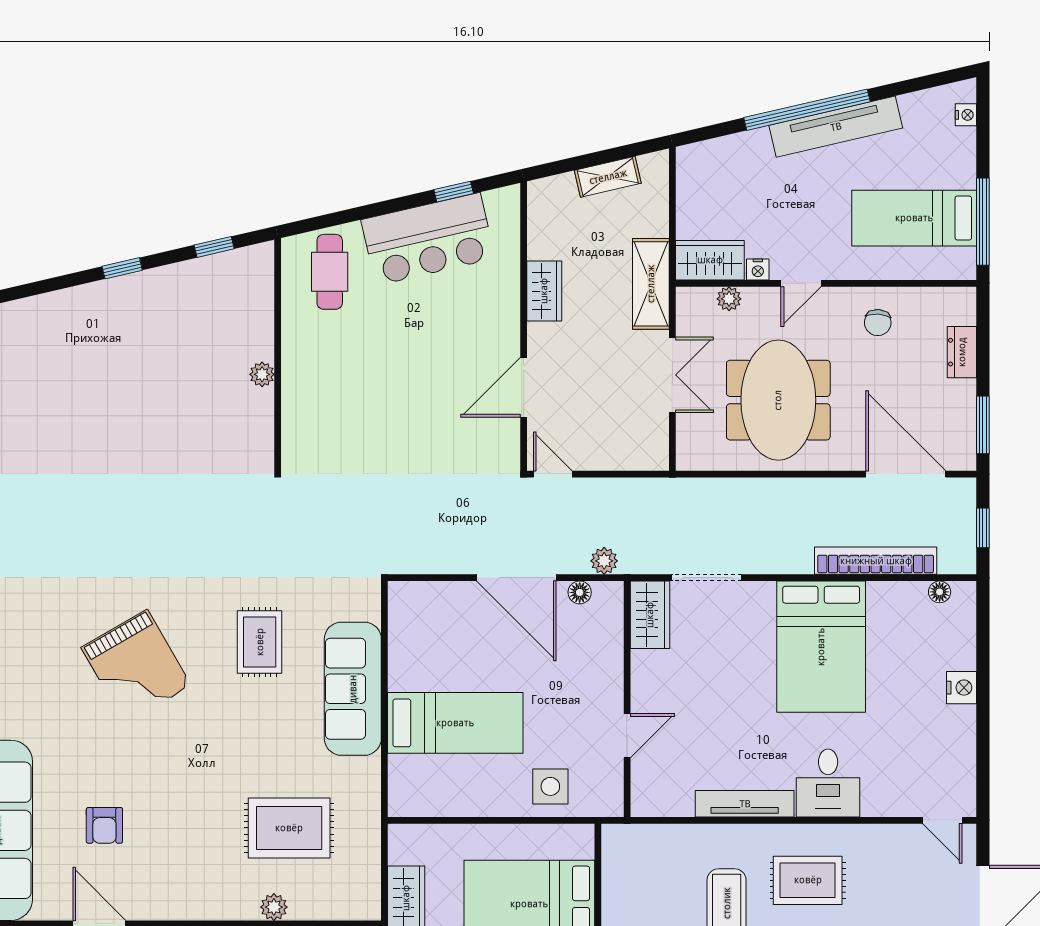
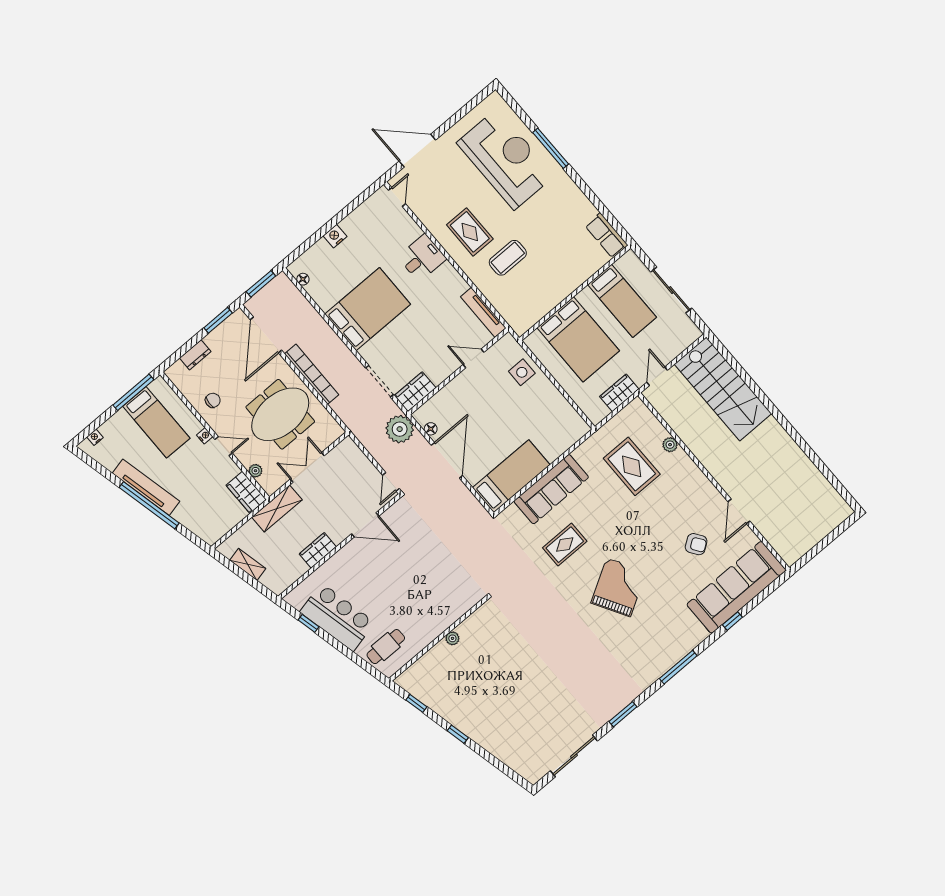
nightstand: (758, 270) -> (205, 436), moved
window: (983, 528) -> (261, 284), width x1.50
plant: (604, 561) -> (400, 429), width x1.87, depth x1.87
bookcase: (876, 561) -> (312, 374), moved, turned 180
bed: (455, 723) -> (511, 476), moved, turned 90
tv unit: (745, 804) -> (483, 312), moved
armchair: (104, 825) -> (696, 544), turned 55

